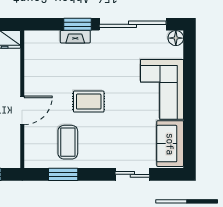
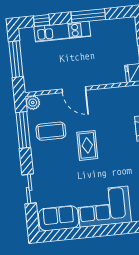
plant: (32, 160) -> (33, 103), added
window: (63, 174) -> (23, 130), width x1.44

